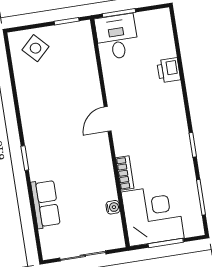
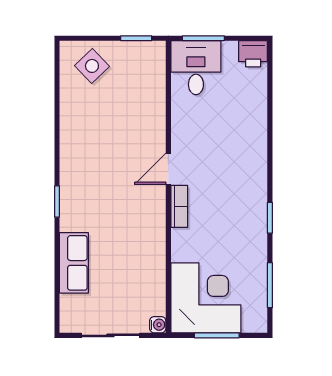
printer: (169, 70) -> (253, 54), moved, turned -90
bookcase: (125, 173) -> (179, 206), moved
water cooler: (113, 207) -> (158, 325), moved

